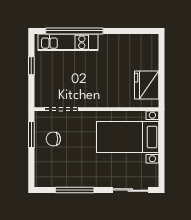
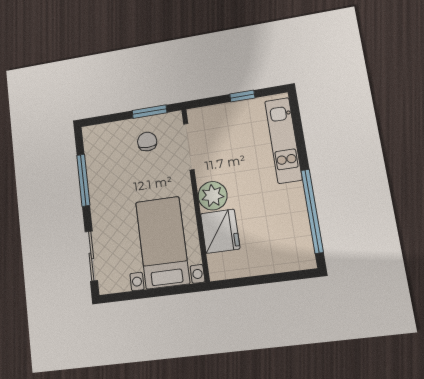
window: (74, 31) -> (312, 211), moved
fridge: (147, 85) -> (220, 231), moved, turned 90
plant: (100, 97) -> (213, 196), added

